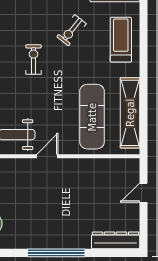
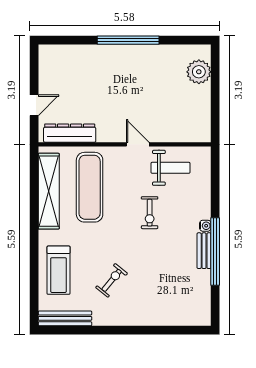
exercise bike: (34, 59) -> (150, 213), moved
door: (47, 156) -> (138, 144), swing flipped
dresser: (116, 240) -> (70, 133), moved, turned 180

